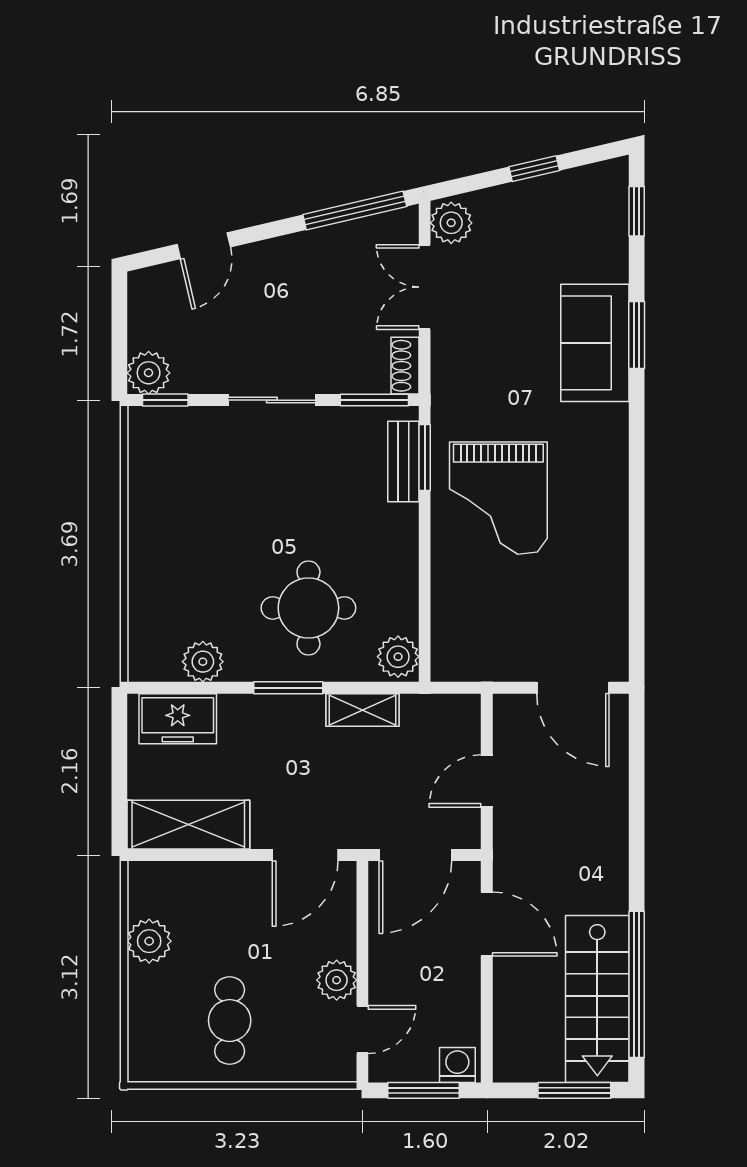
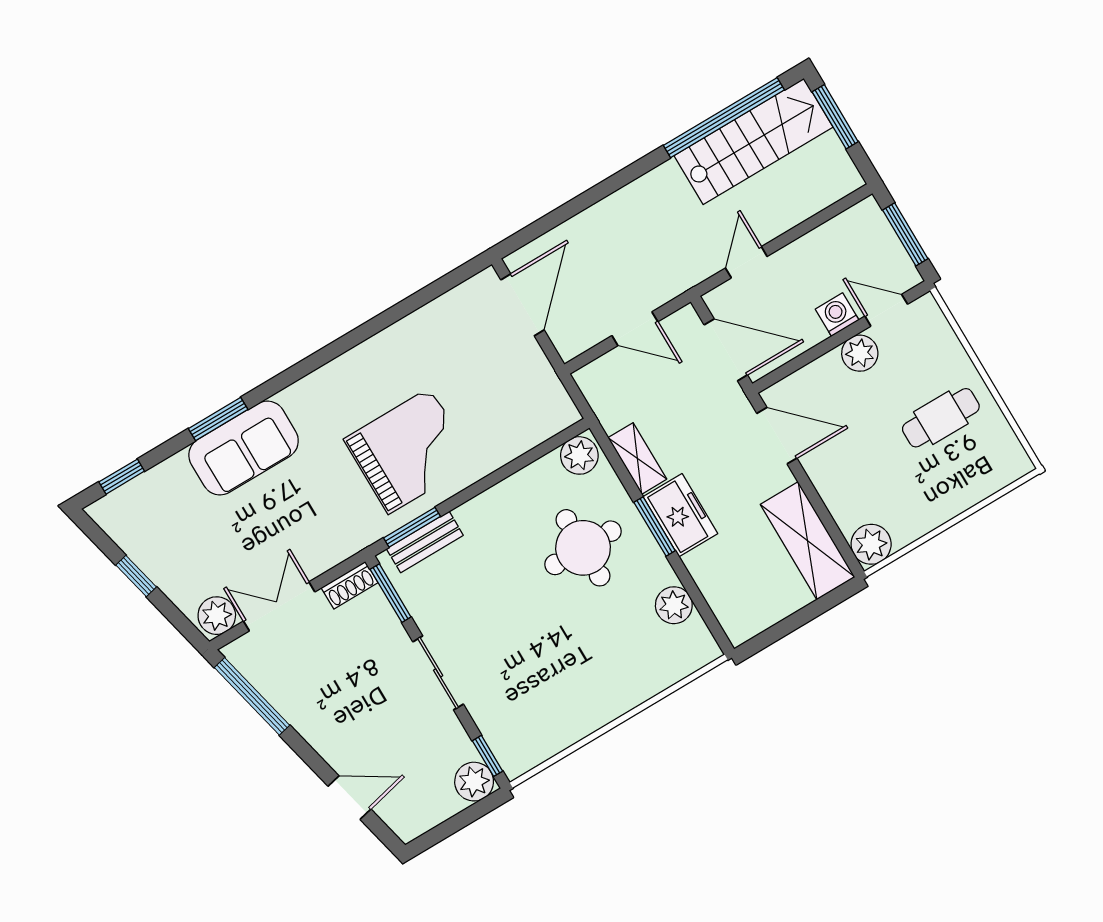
double door: (425, 287) -> (279, 606), swing flipped
freezer: (178, 719) -> (680, 515), moved
door: (487, 924) -> (746, 262), width x0.73
plant: (149, 941) -> (871, 544), moved
washing machine: (457, 1065) -> (837, 315), moved, turned 90

